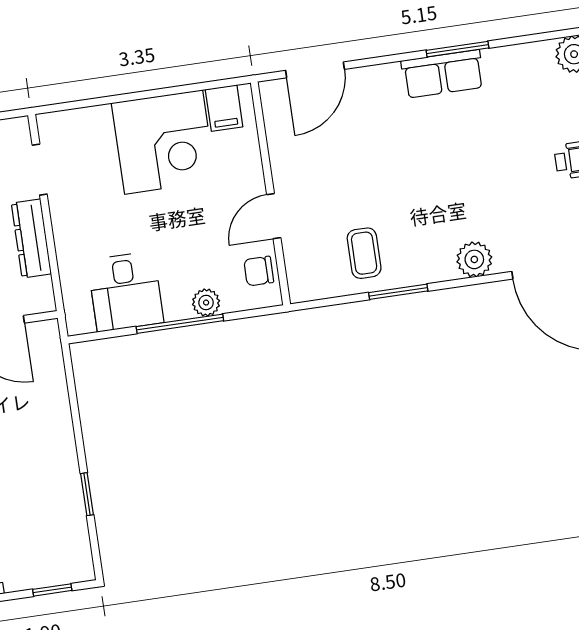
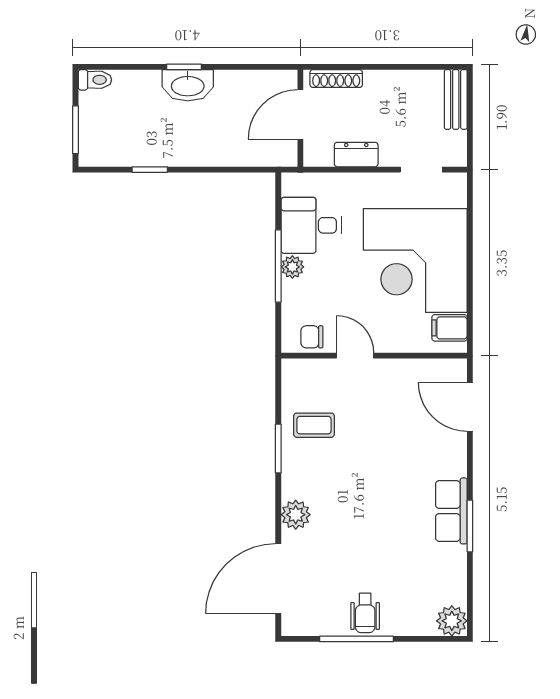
corner desk: (164, 142) -> (415, 261), width x1.36, depth x1.36
dresser: (31, 238) -> (356, 155), width x0.70
chair: (259, 271) -> (312, 337), turned -90
plant: (206, 303) -> (292, 267), moved
window: (52, 590) -> (75, 130), width x1.50

